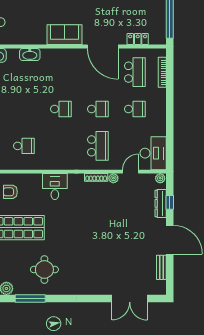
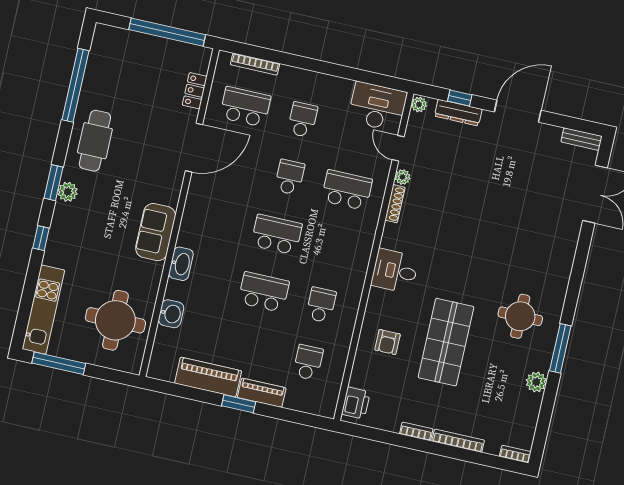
sofa: (65, 35) -> (156, 232), moved
school desk: (24, 109) -> (264, 292), added
school desk: (61, 109) -> (277, 235), width x1.85
bench: (161, 267) -> (581, 139), moved

